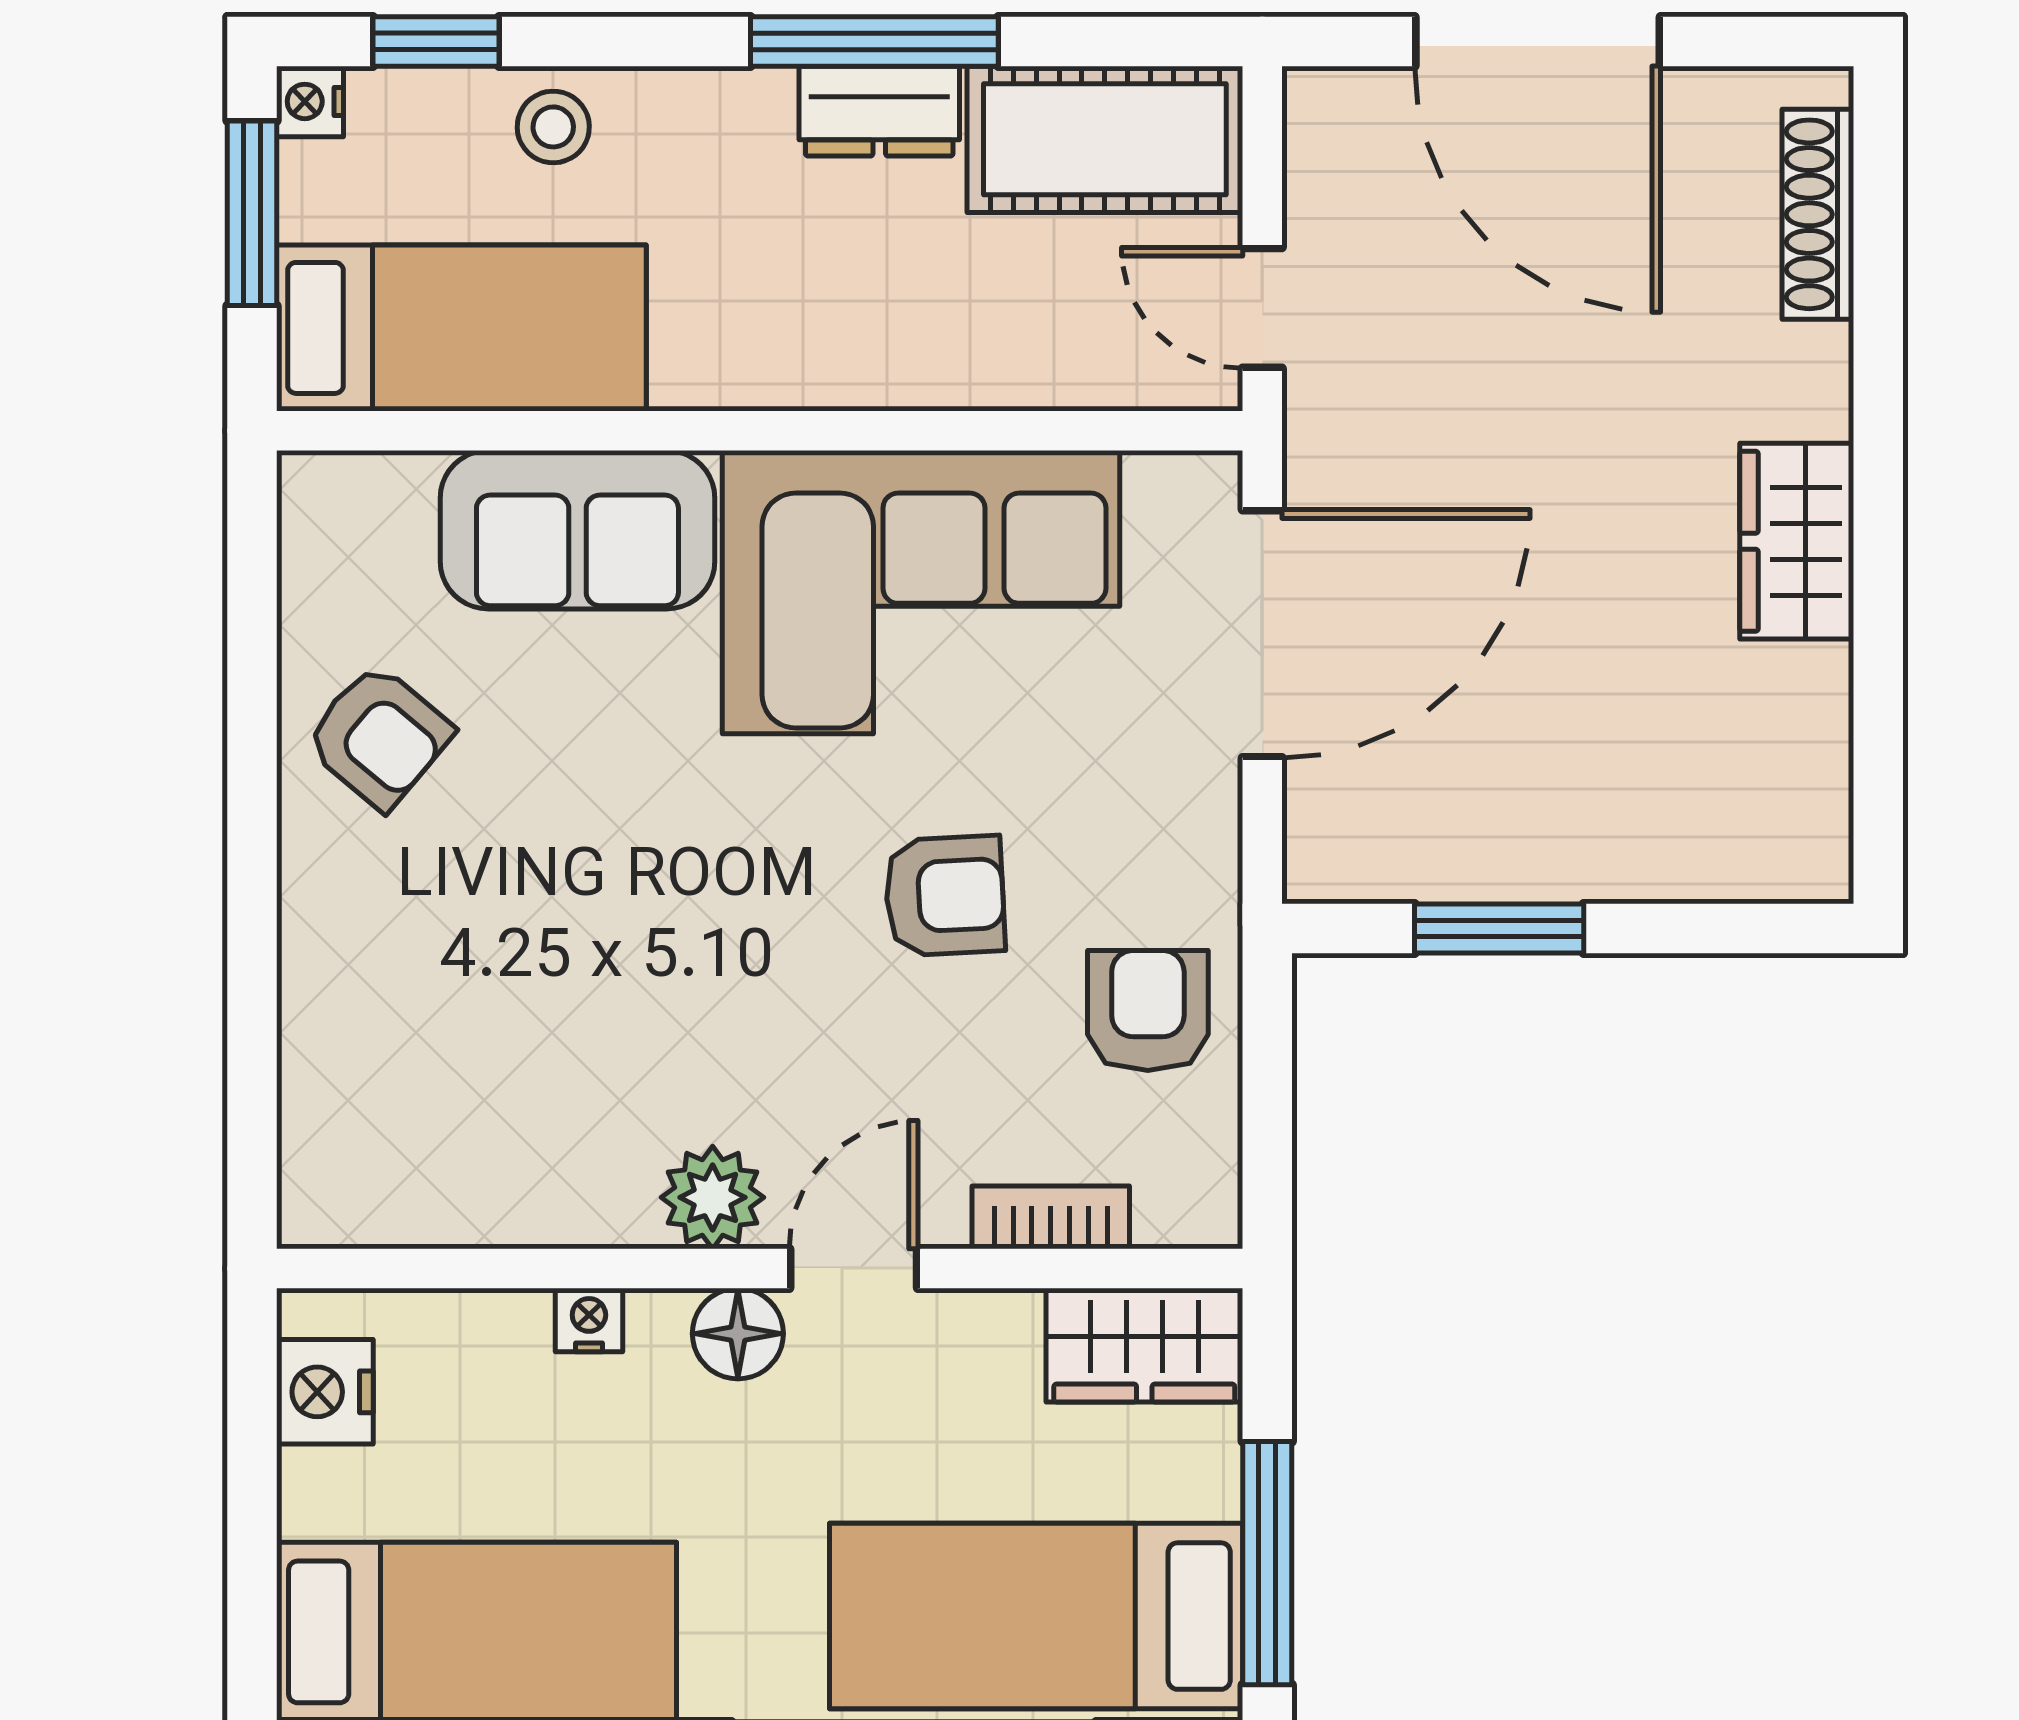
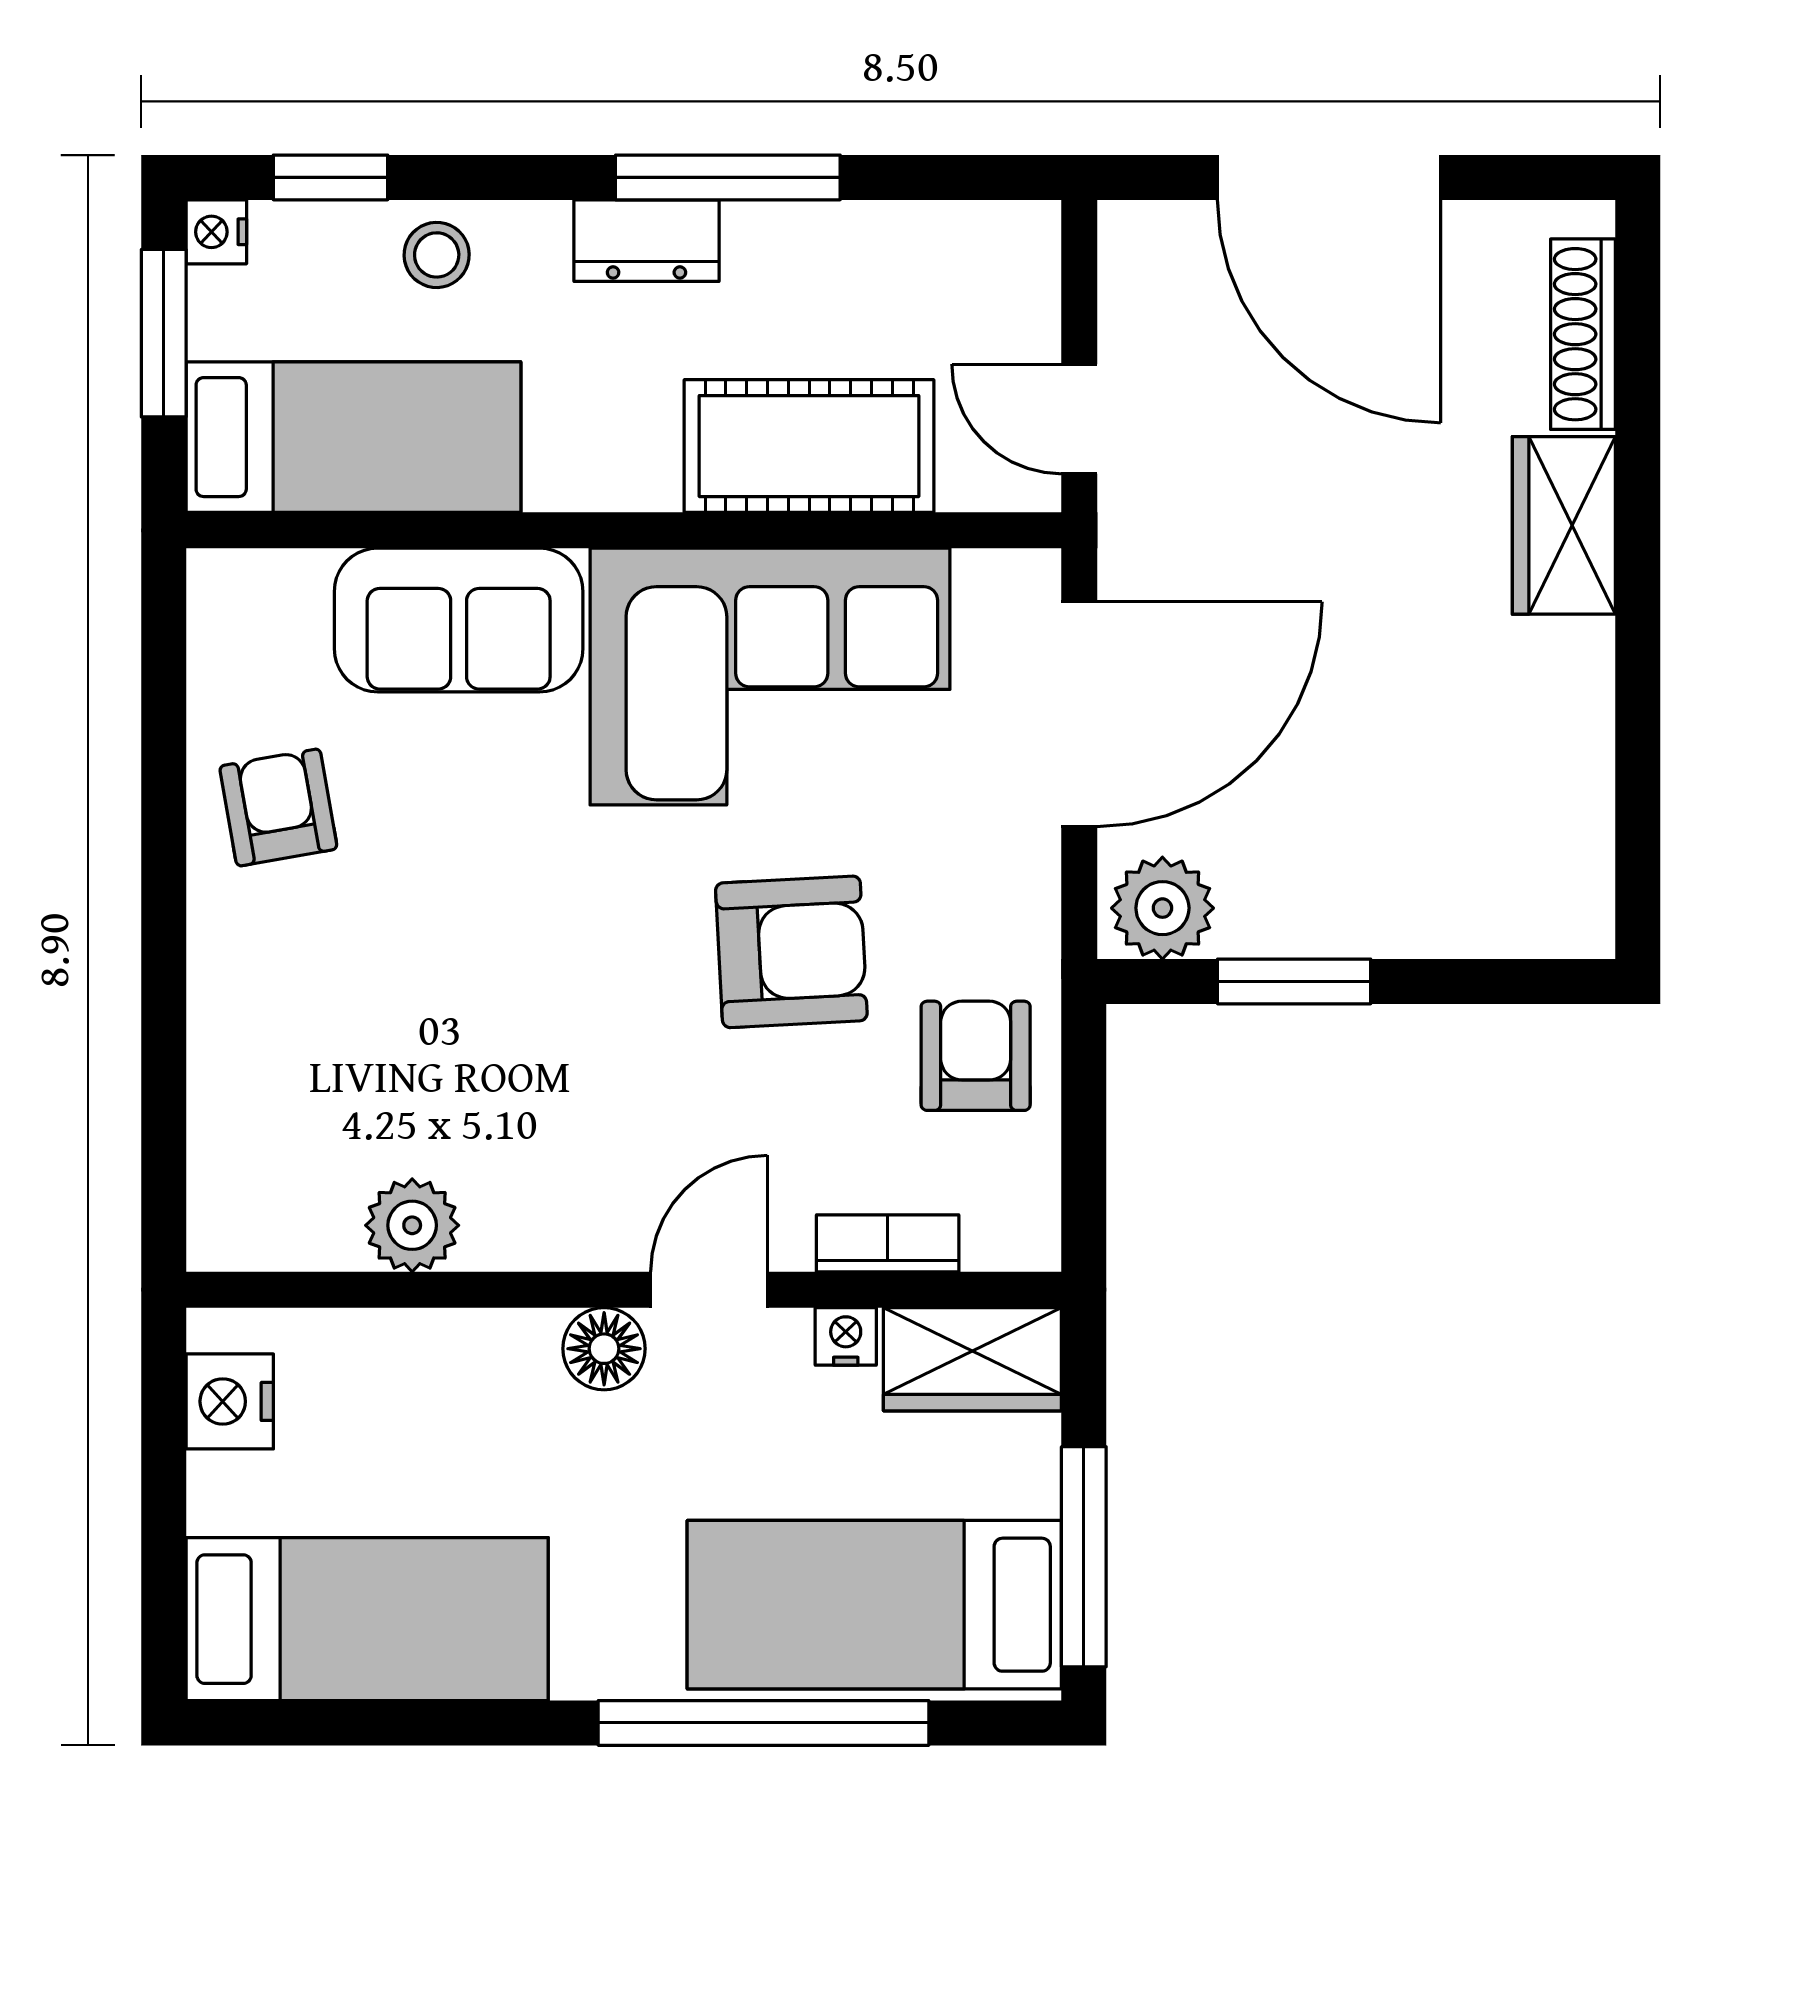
dresser: (879, 111) -> (646, 241), moved
cot: (1105, 139) -> (809, 446), moved
wardrobe: (1797, 541) -> (1564, 525), moved
armchair: (379, 737) -> (278, 807), turned -140
plant: (1354, 848) -> (1162, 908), added
armchair: (945, 896) -> (791, 952), width x1.38, depth x1.38
plant: (713, 1197) -> (412, 1225), moved
nightstand: (589, 1320) -> (846, 1336), moved

